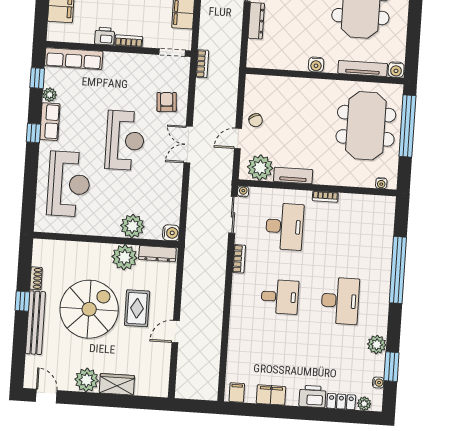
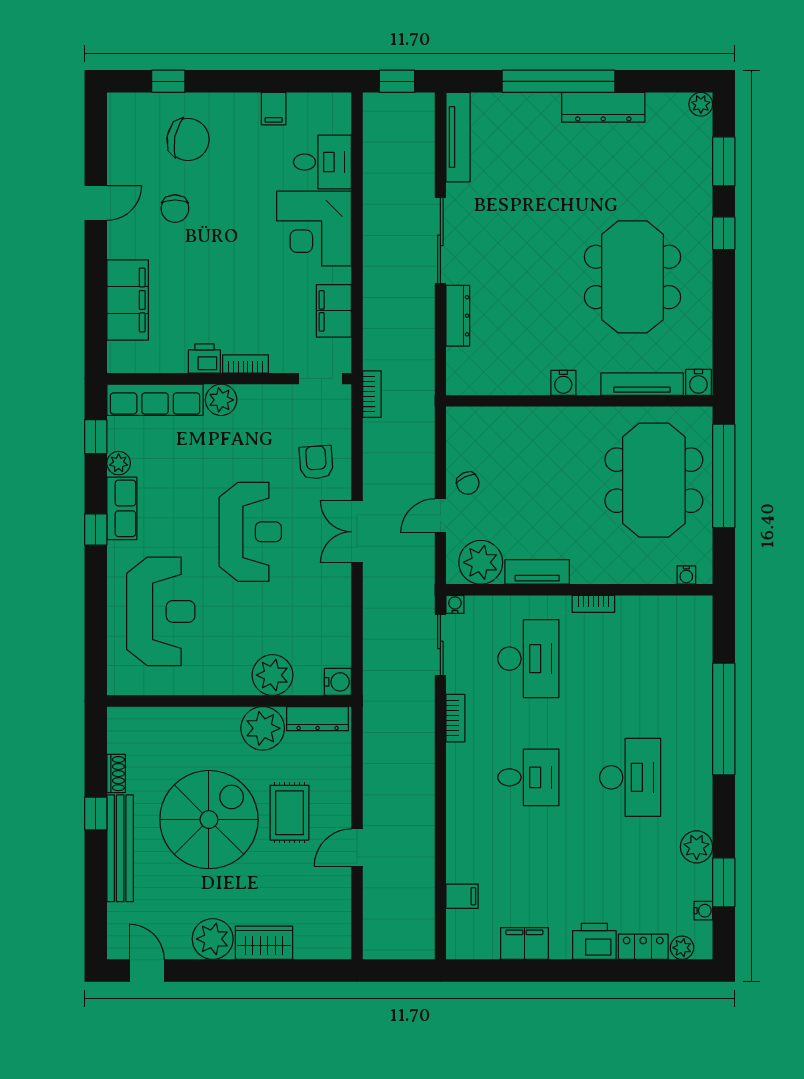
plant: (113, 61) -> (221, 400), added
filing cabinet: (237, 393) -> (462, 896), moved, turned 90

